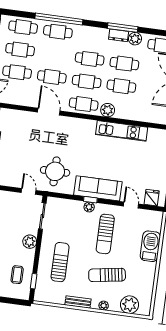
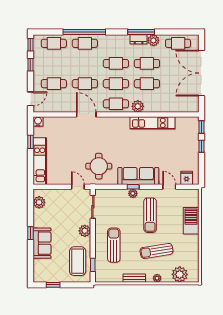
cafe table: (20, 50) -> (54, 63), removed
coffee table: (17, 275) -> (78, 261), width x1.86, depth x1.72

